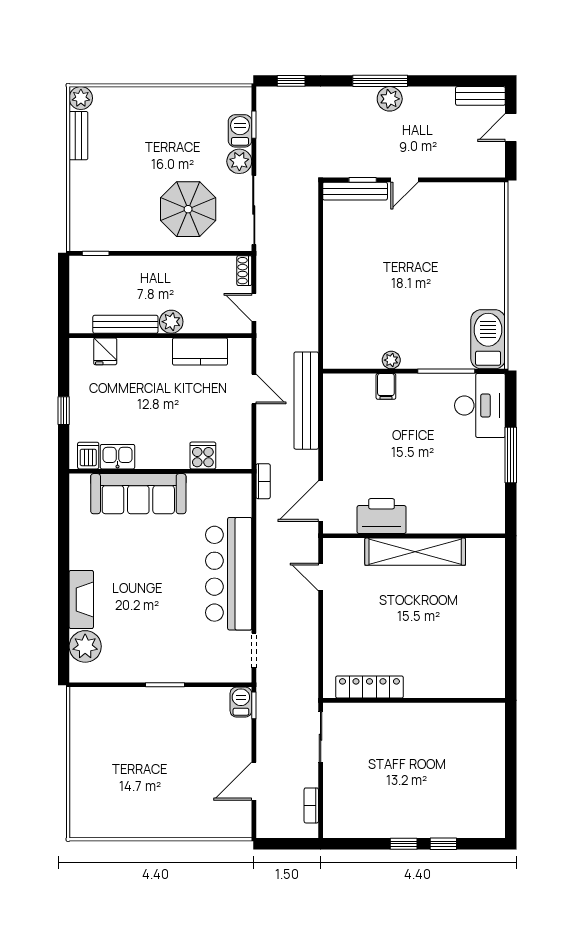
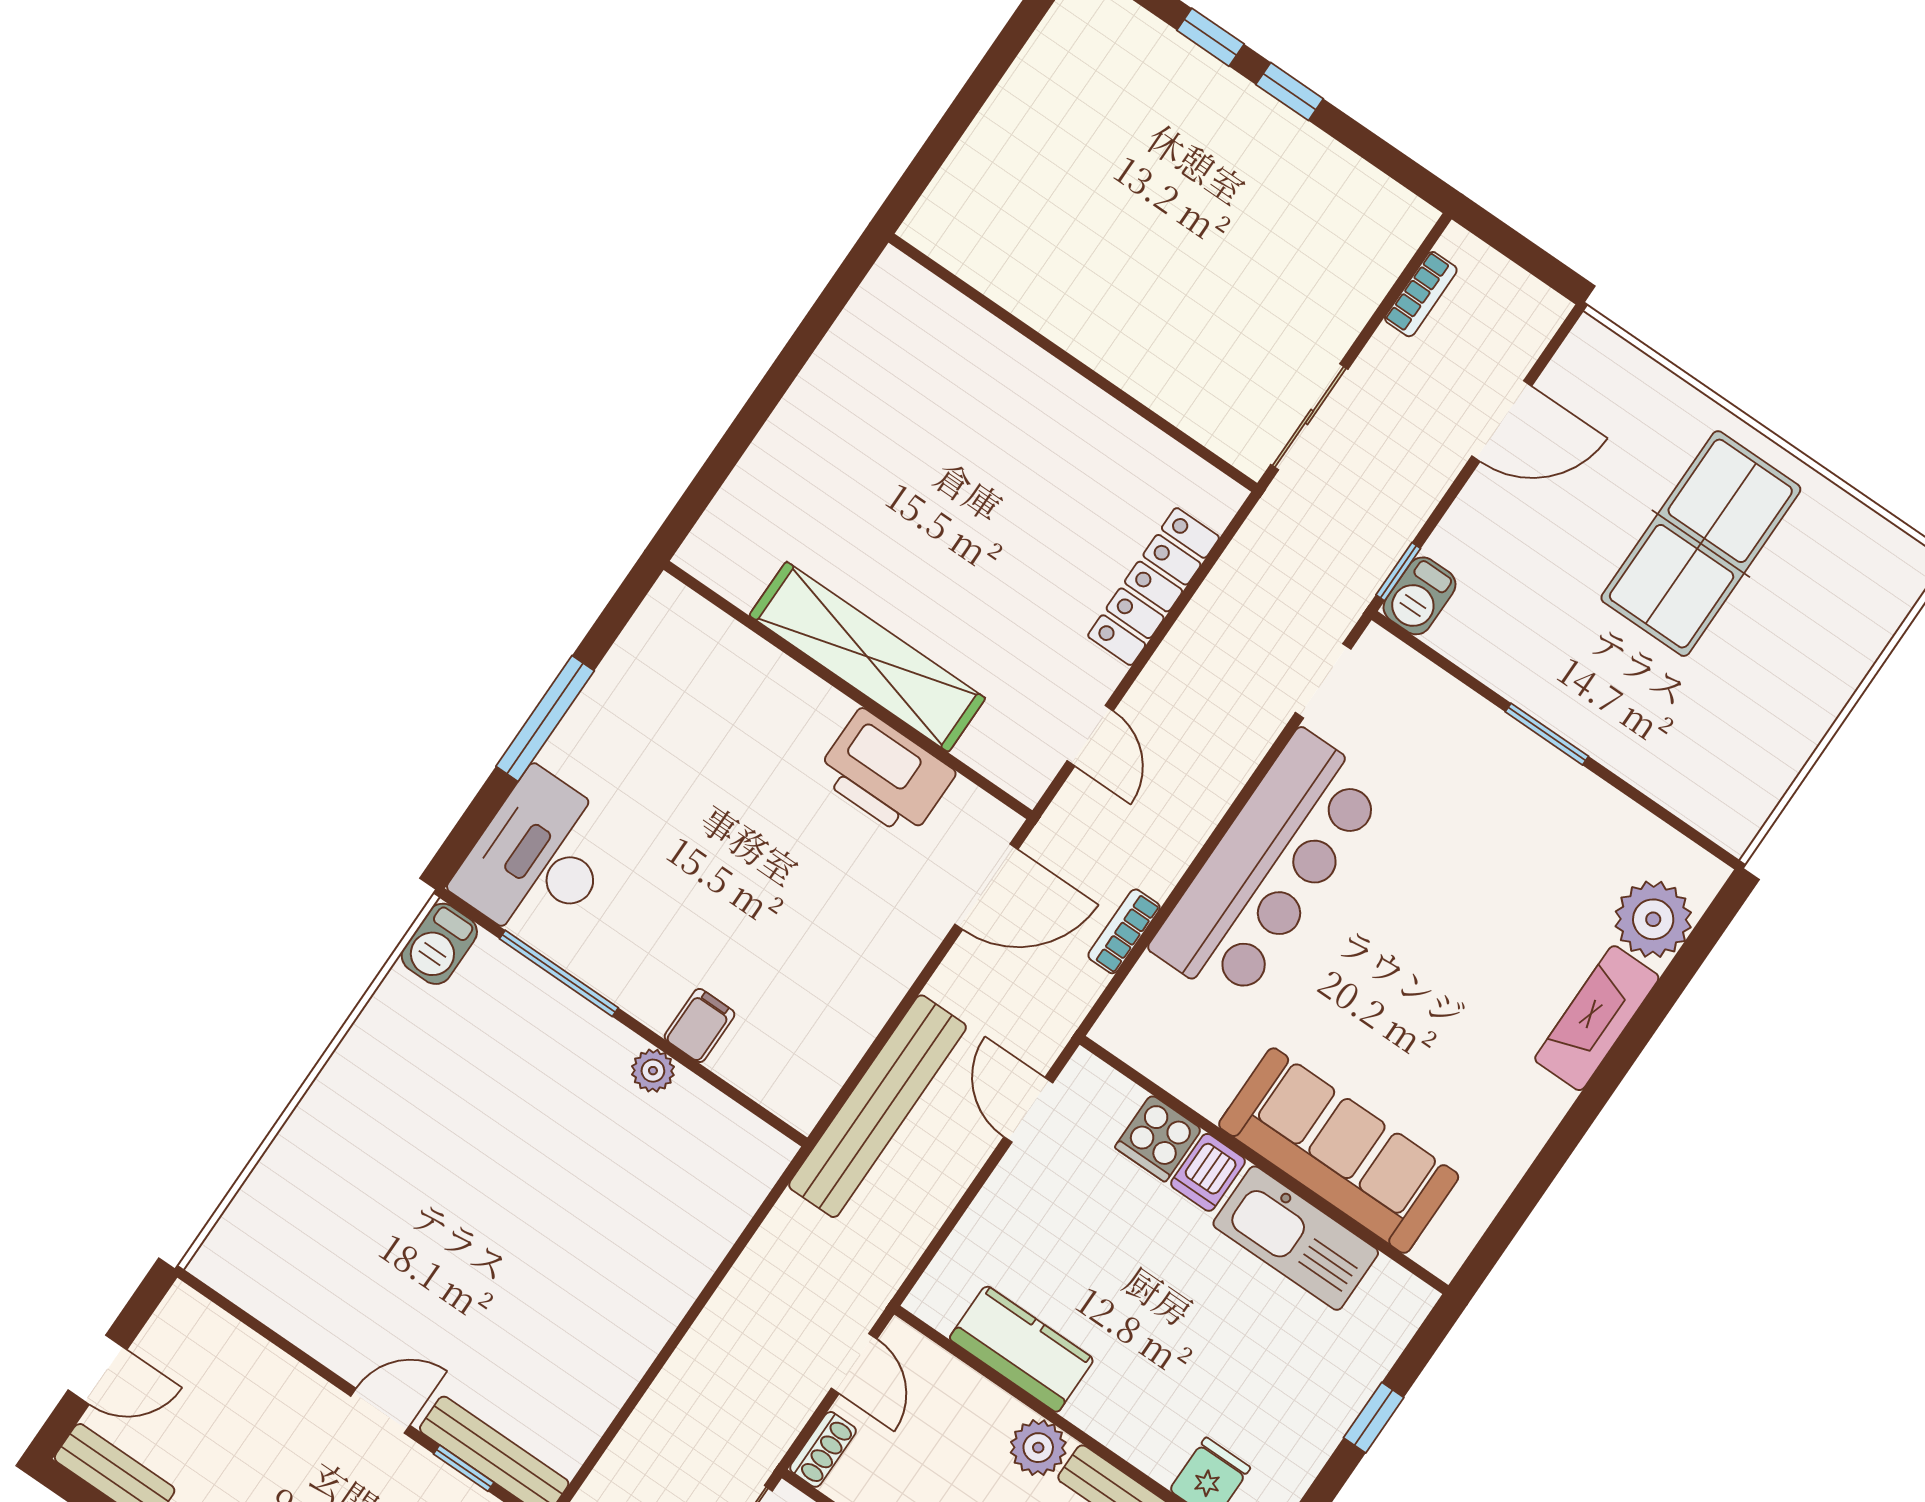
barbecue: (488, 339) -> (439, 944), width x0.53, depth x0.65
door: (254, 389) -> (1028, 1110), moved
dishwasher: (88, 456) -> (1208, 1172), moved
kitchen sink: (117, 457) -> (1296, 1238), width x1.87, depth x1.24
bookcase: (263, 481) -> (1124, 931), moved
locker: (369, 687) -> (1154, 587), moved, turned 90
table tennis table: (157, 786) -> (1701, 544), added

